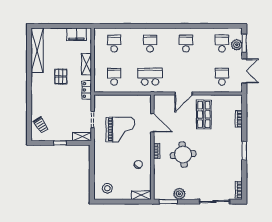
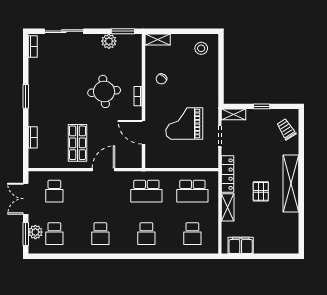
shelving: (37, 51) -> (291, 184), moved
school desk: (114, 77) -> (192, 191), width x1.85
locker: (87, 90) -> (228, 174), width x1.53

